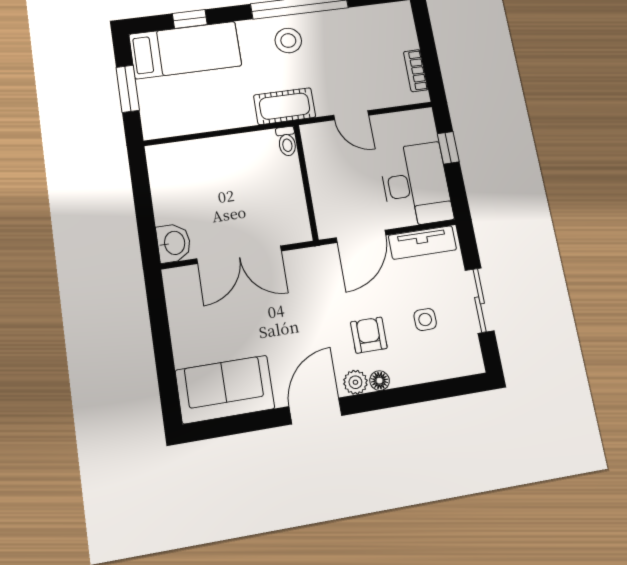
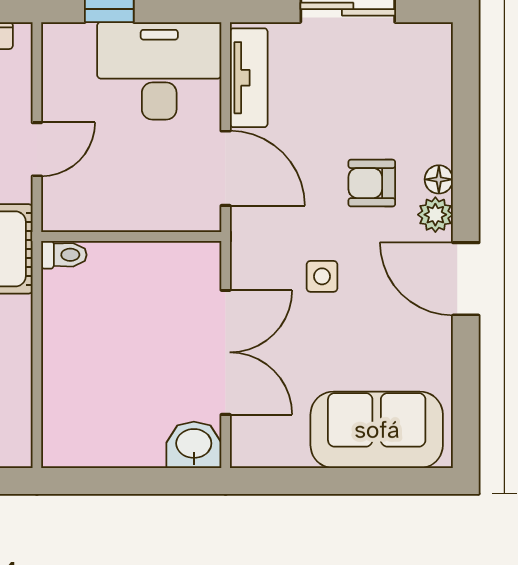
side table: (425, 319) -> (322, 276), moved
sofa: (225, 389) -> (377, 430), moved, turned 90

